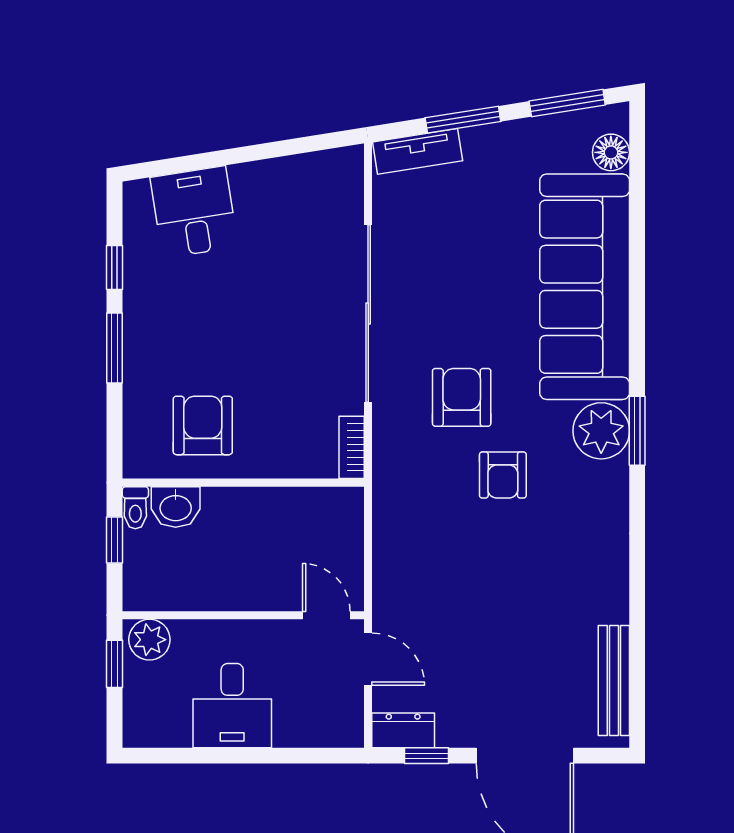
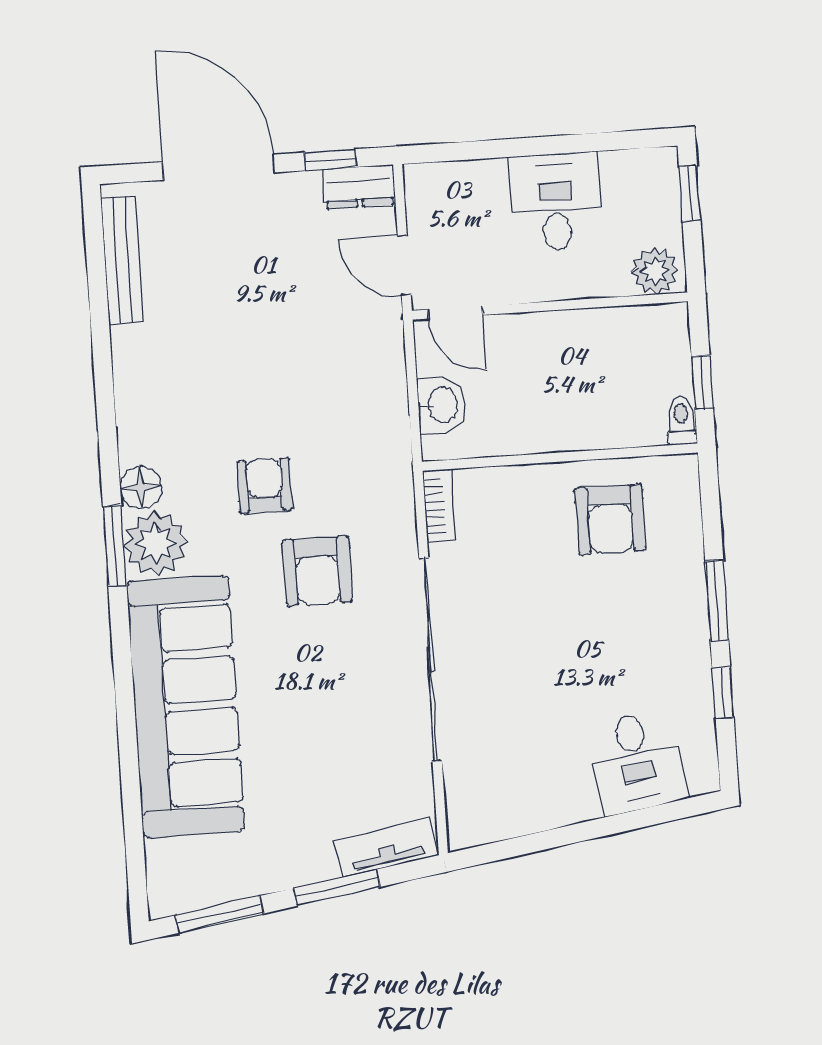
floor lamp: (611, 152) -> (141, 487), moved
washbasin: (176, 507) -> (441, 405), moved, turned 90
window: (115, 664) -> (690, 193), moved

